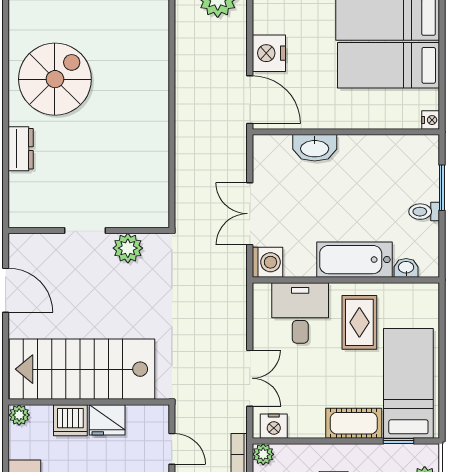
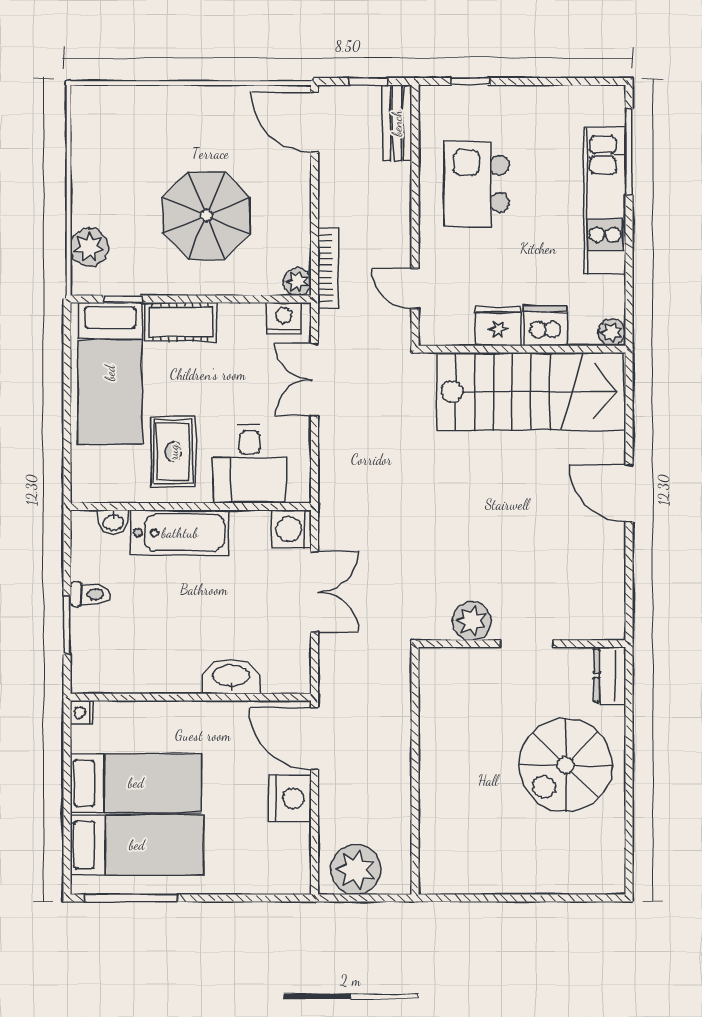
doorway: (85, 231) -> (527, 644), moved
wall: (89, 231) -> (522, 644), moved
plant: (128, 248) -> (472, 621), moved

